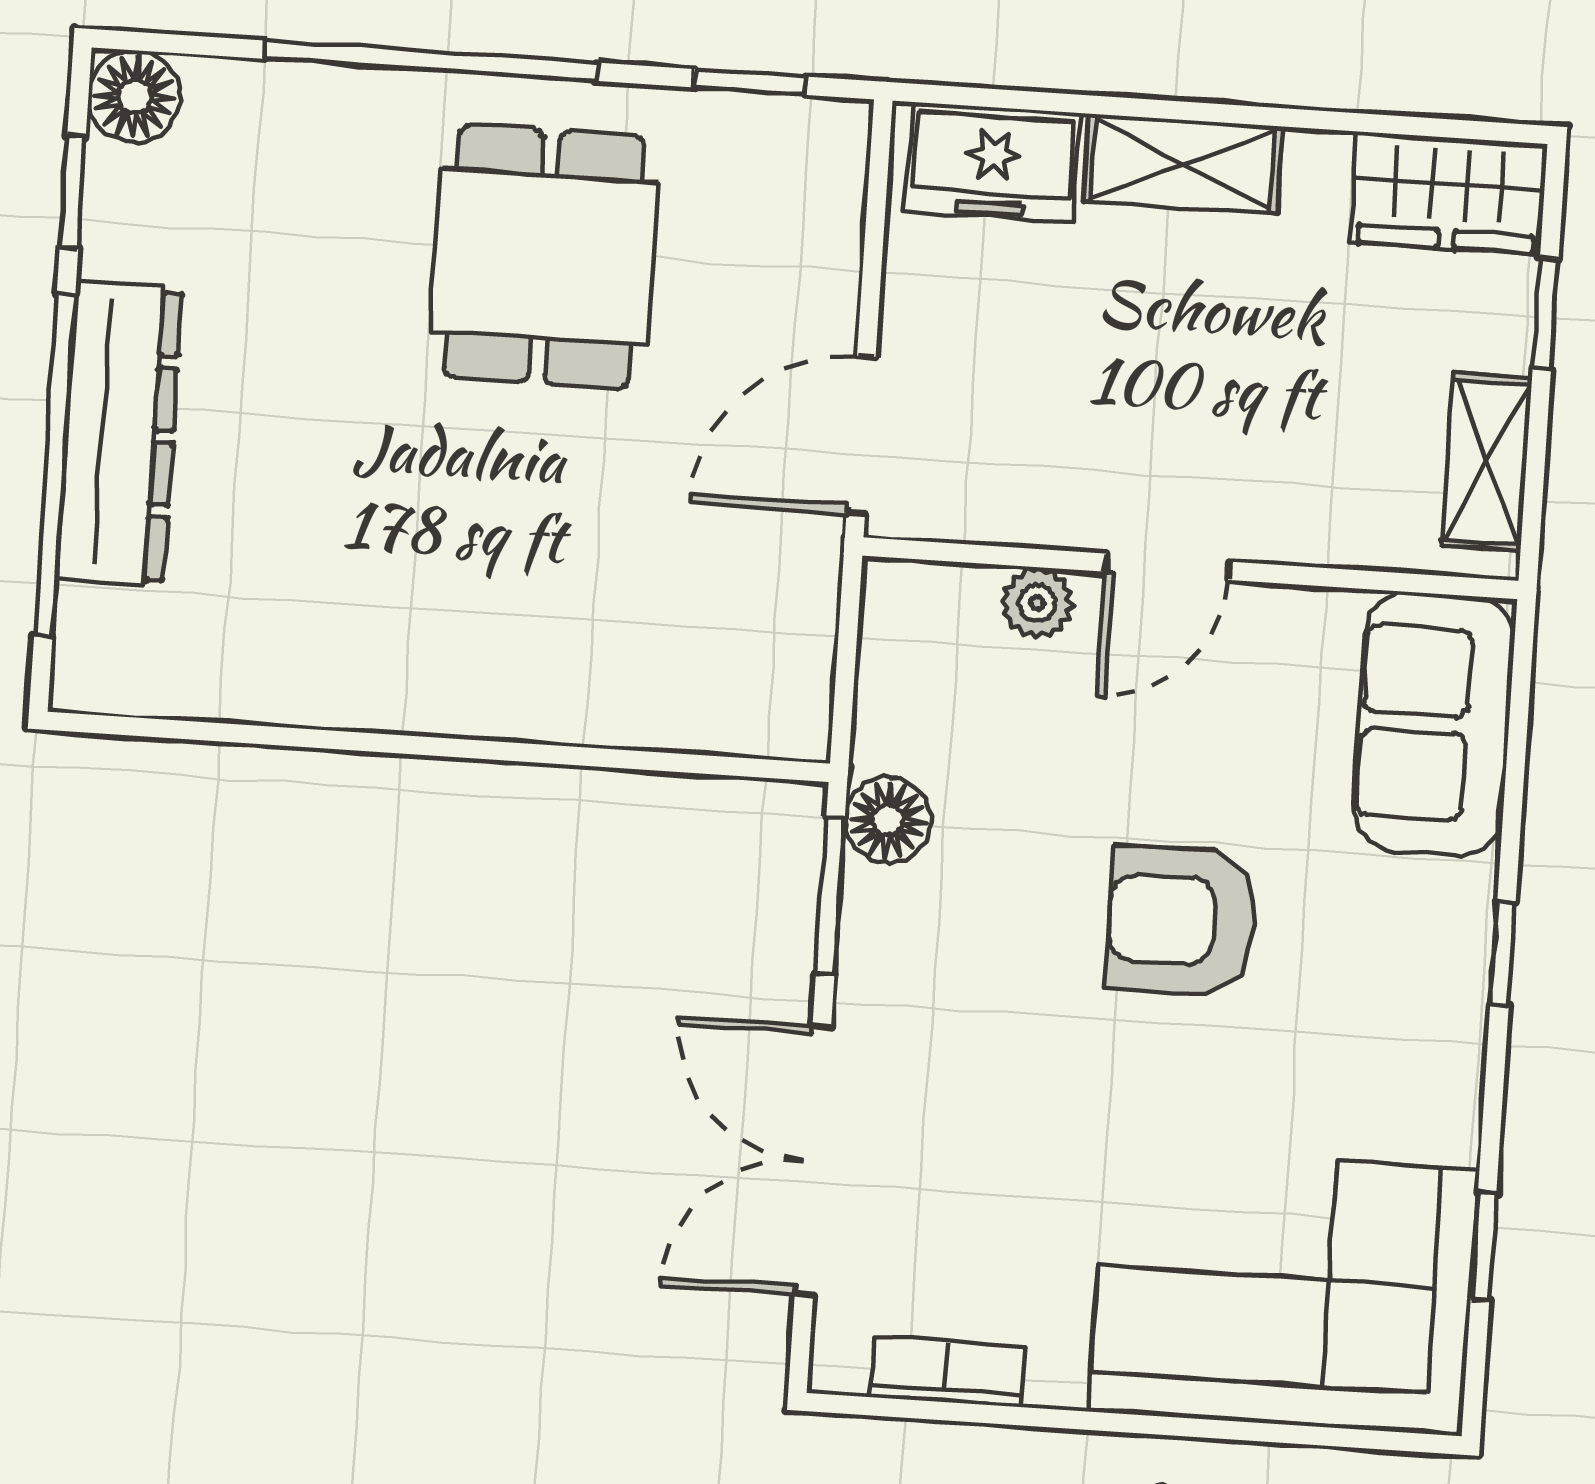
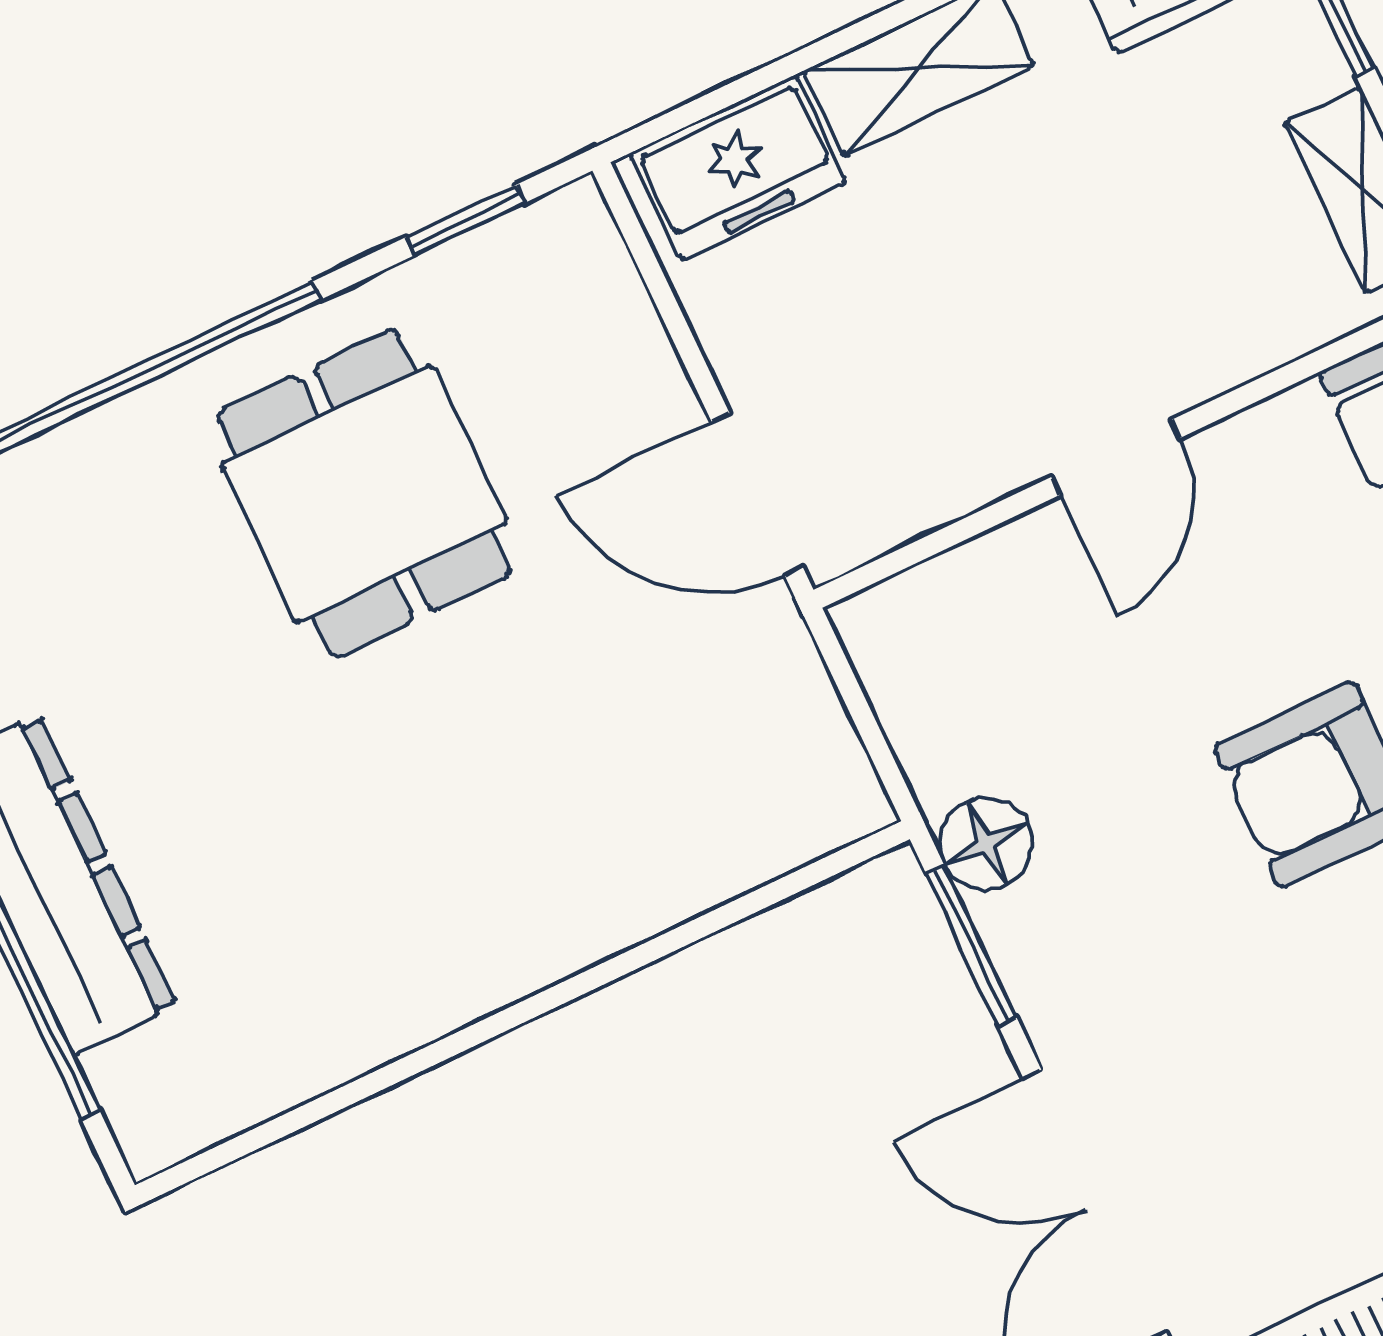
door: (861, 435) -> (757, 495), hinge flipped
plant: (1037, 603) -> (1012, 560), removed

